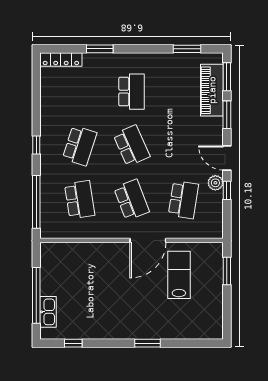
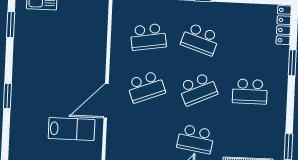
school desk: (183, 200) -> (196, 139), moved
door: (148, 240) -> (106, 101), hinge flipped
window: (73, 343) -> (11, 25), width x1.50

